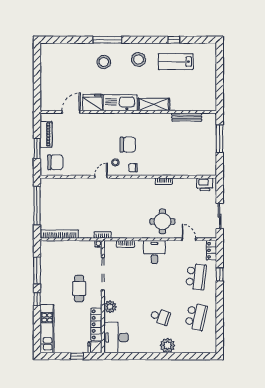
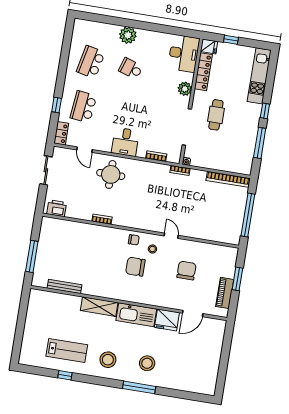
chair: (55, 162) -> (186, 270), moved, turned 90
door: (101, 177) -> (171, 236), swing flipped

